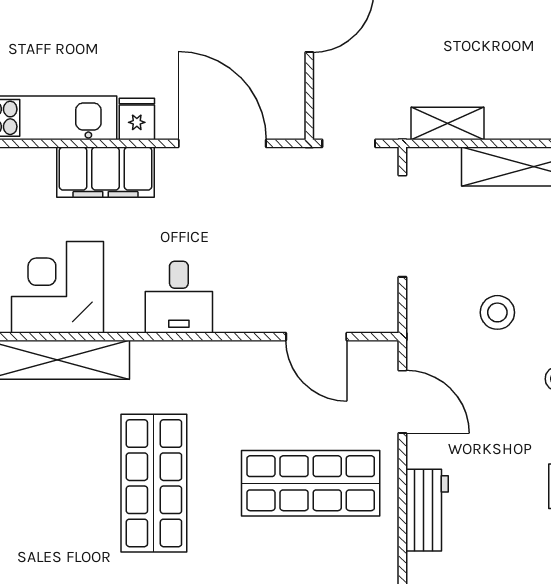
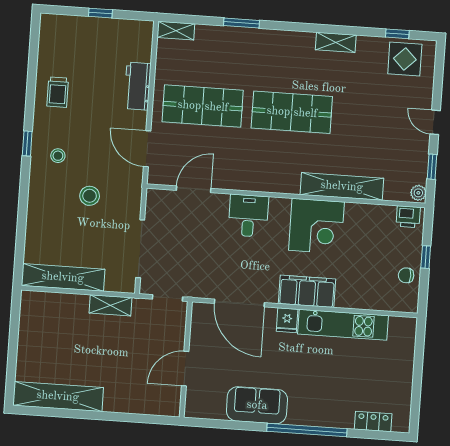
corner desk: (58, 287) -> (316, 226), moved
desk: (179, 297) -> (248, 216), moved
door: (316, 337) -> (194, 189), hinge flipped
shop shelf: (154, 483) -> (292, 112), turned 90

